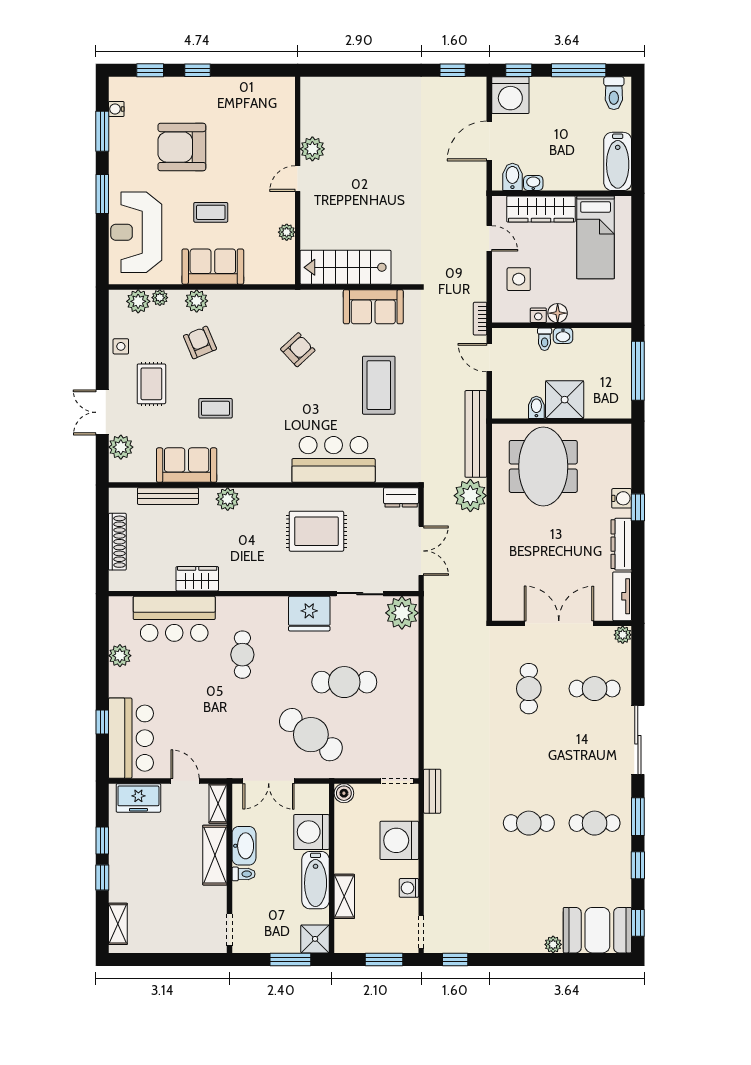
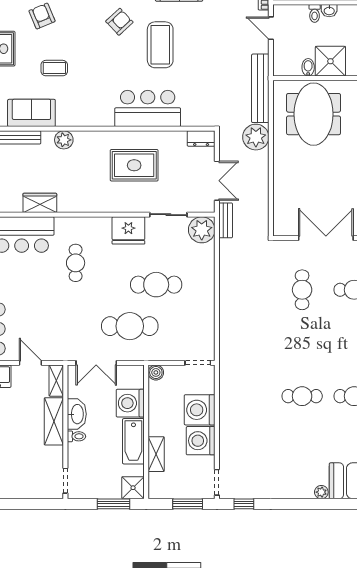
coffee table: (379, 385) -> (160, 45), moved
cafe table: (311, 735) -> (130, 326), turned -36
bench: (432, 791) -> (226, 220), moved
washing machine: (409, 888) -> (201, 441), width x1.89, depth x1.89

